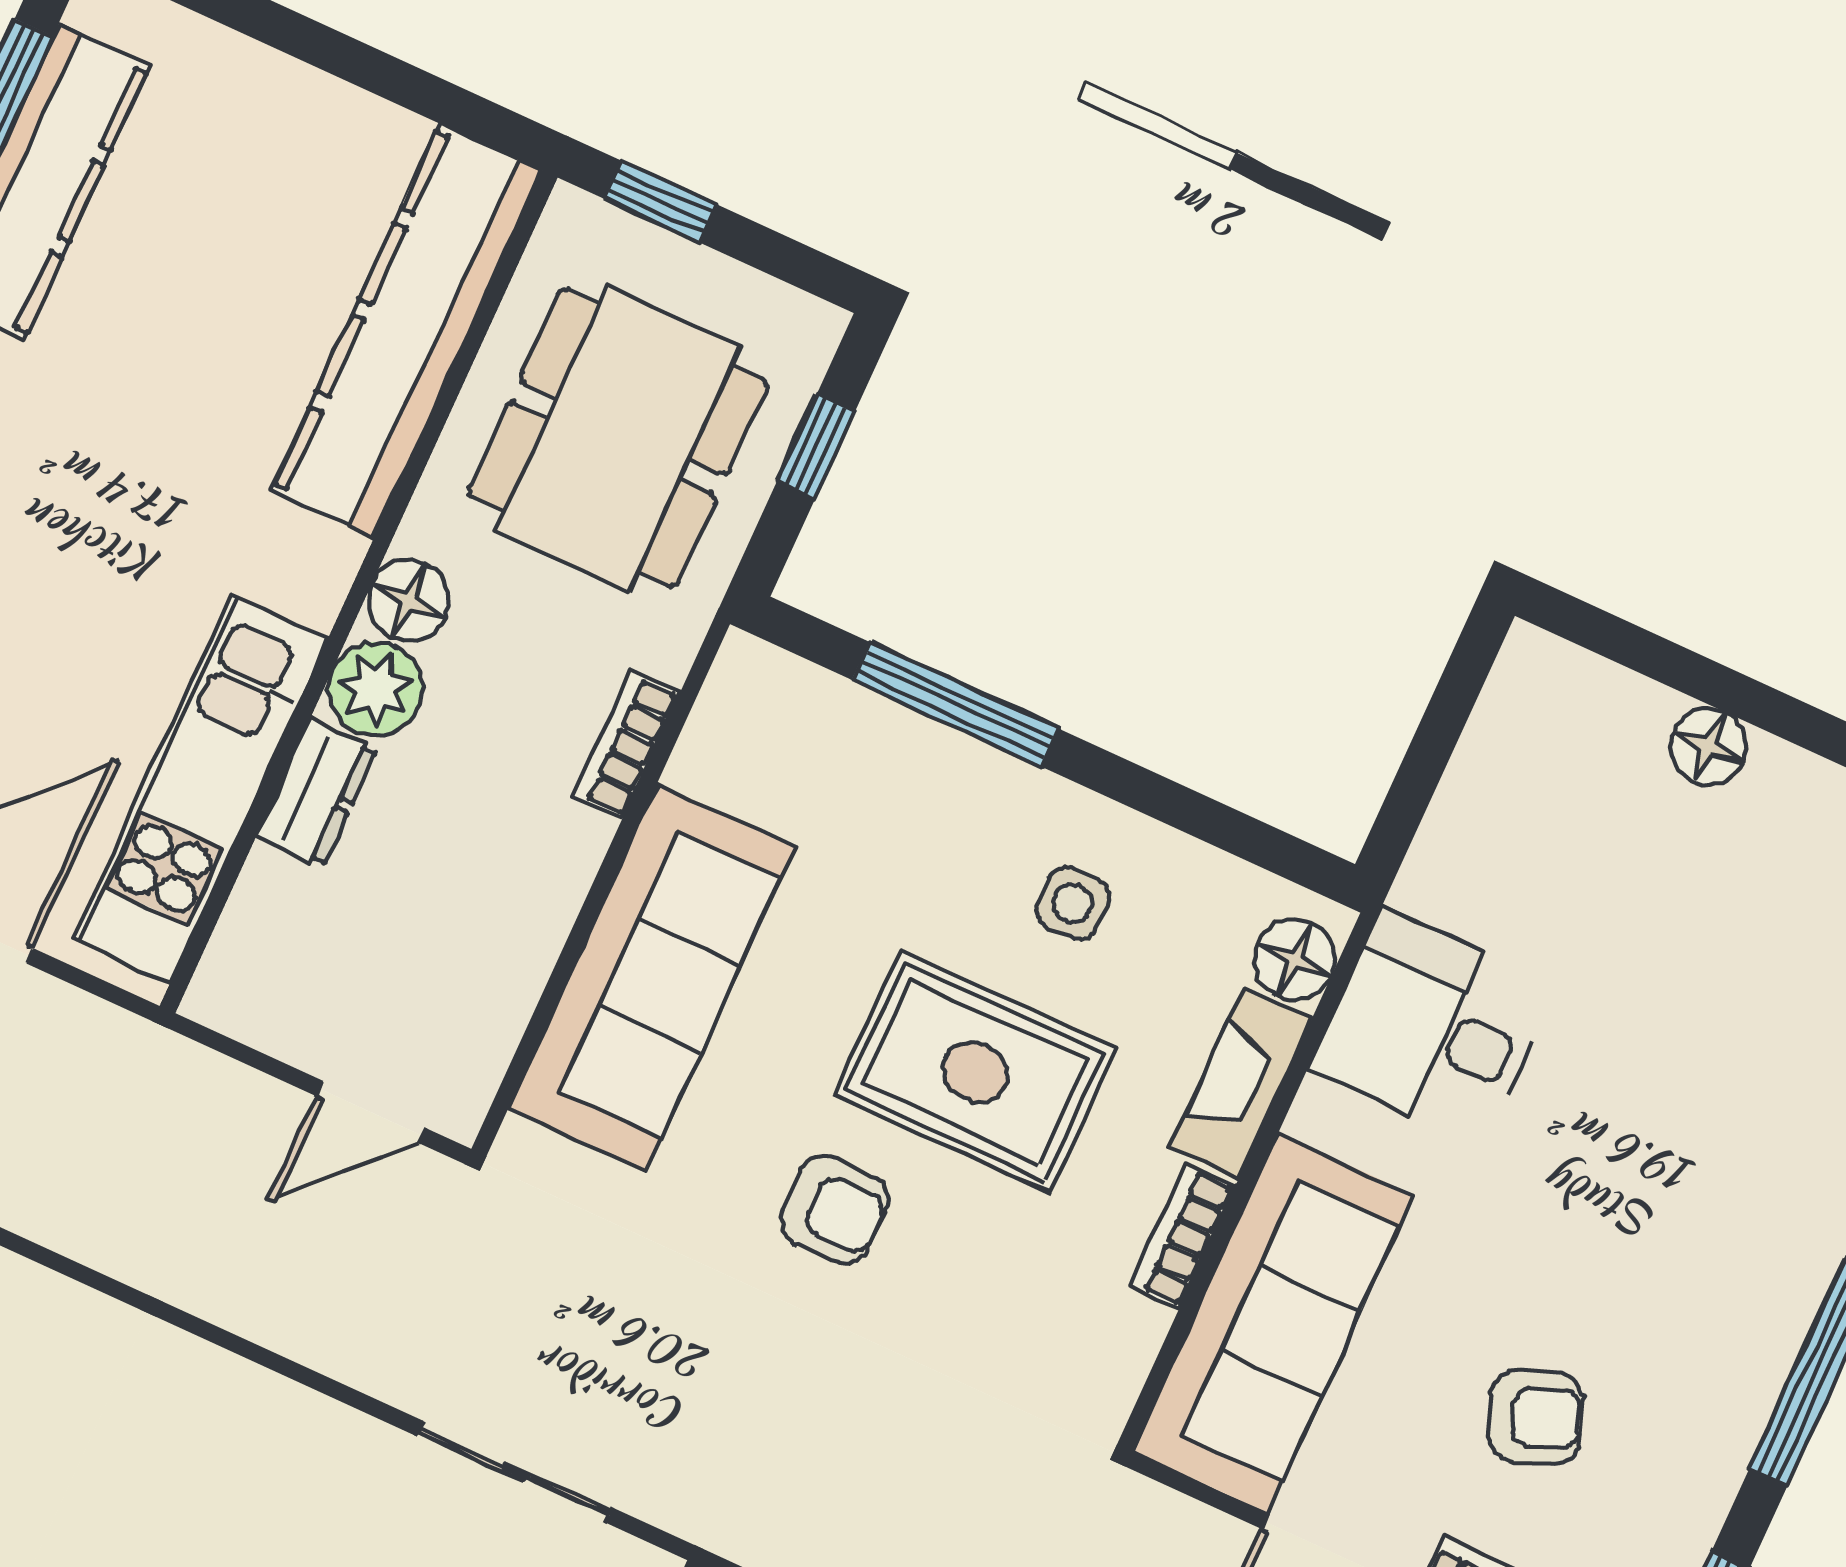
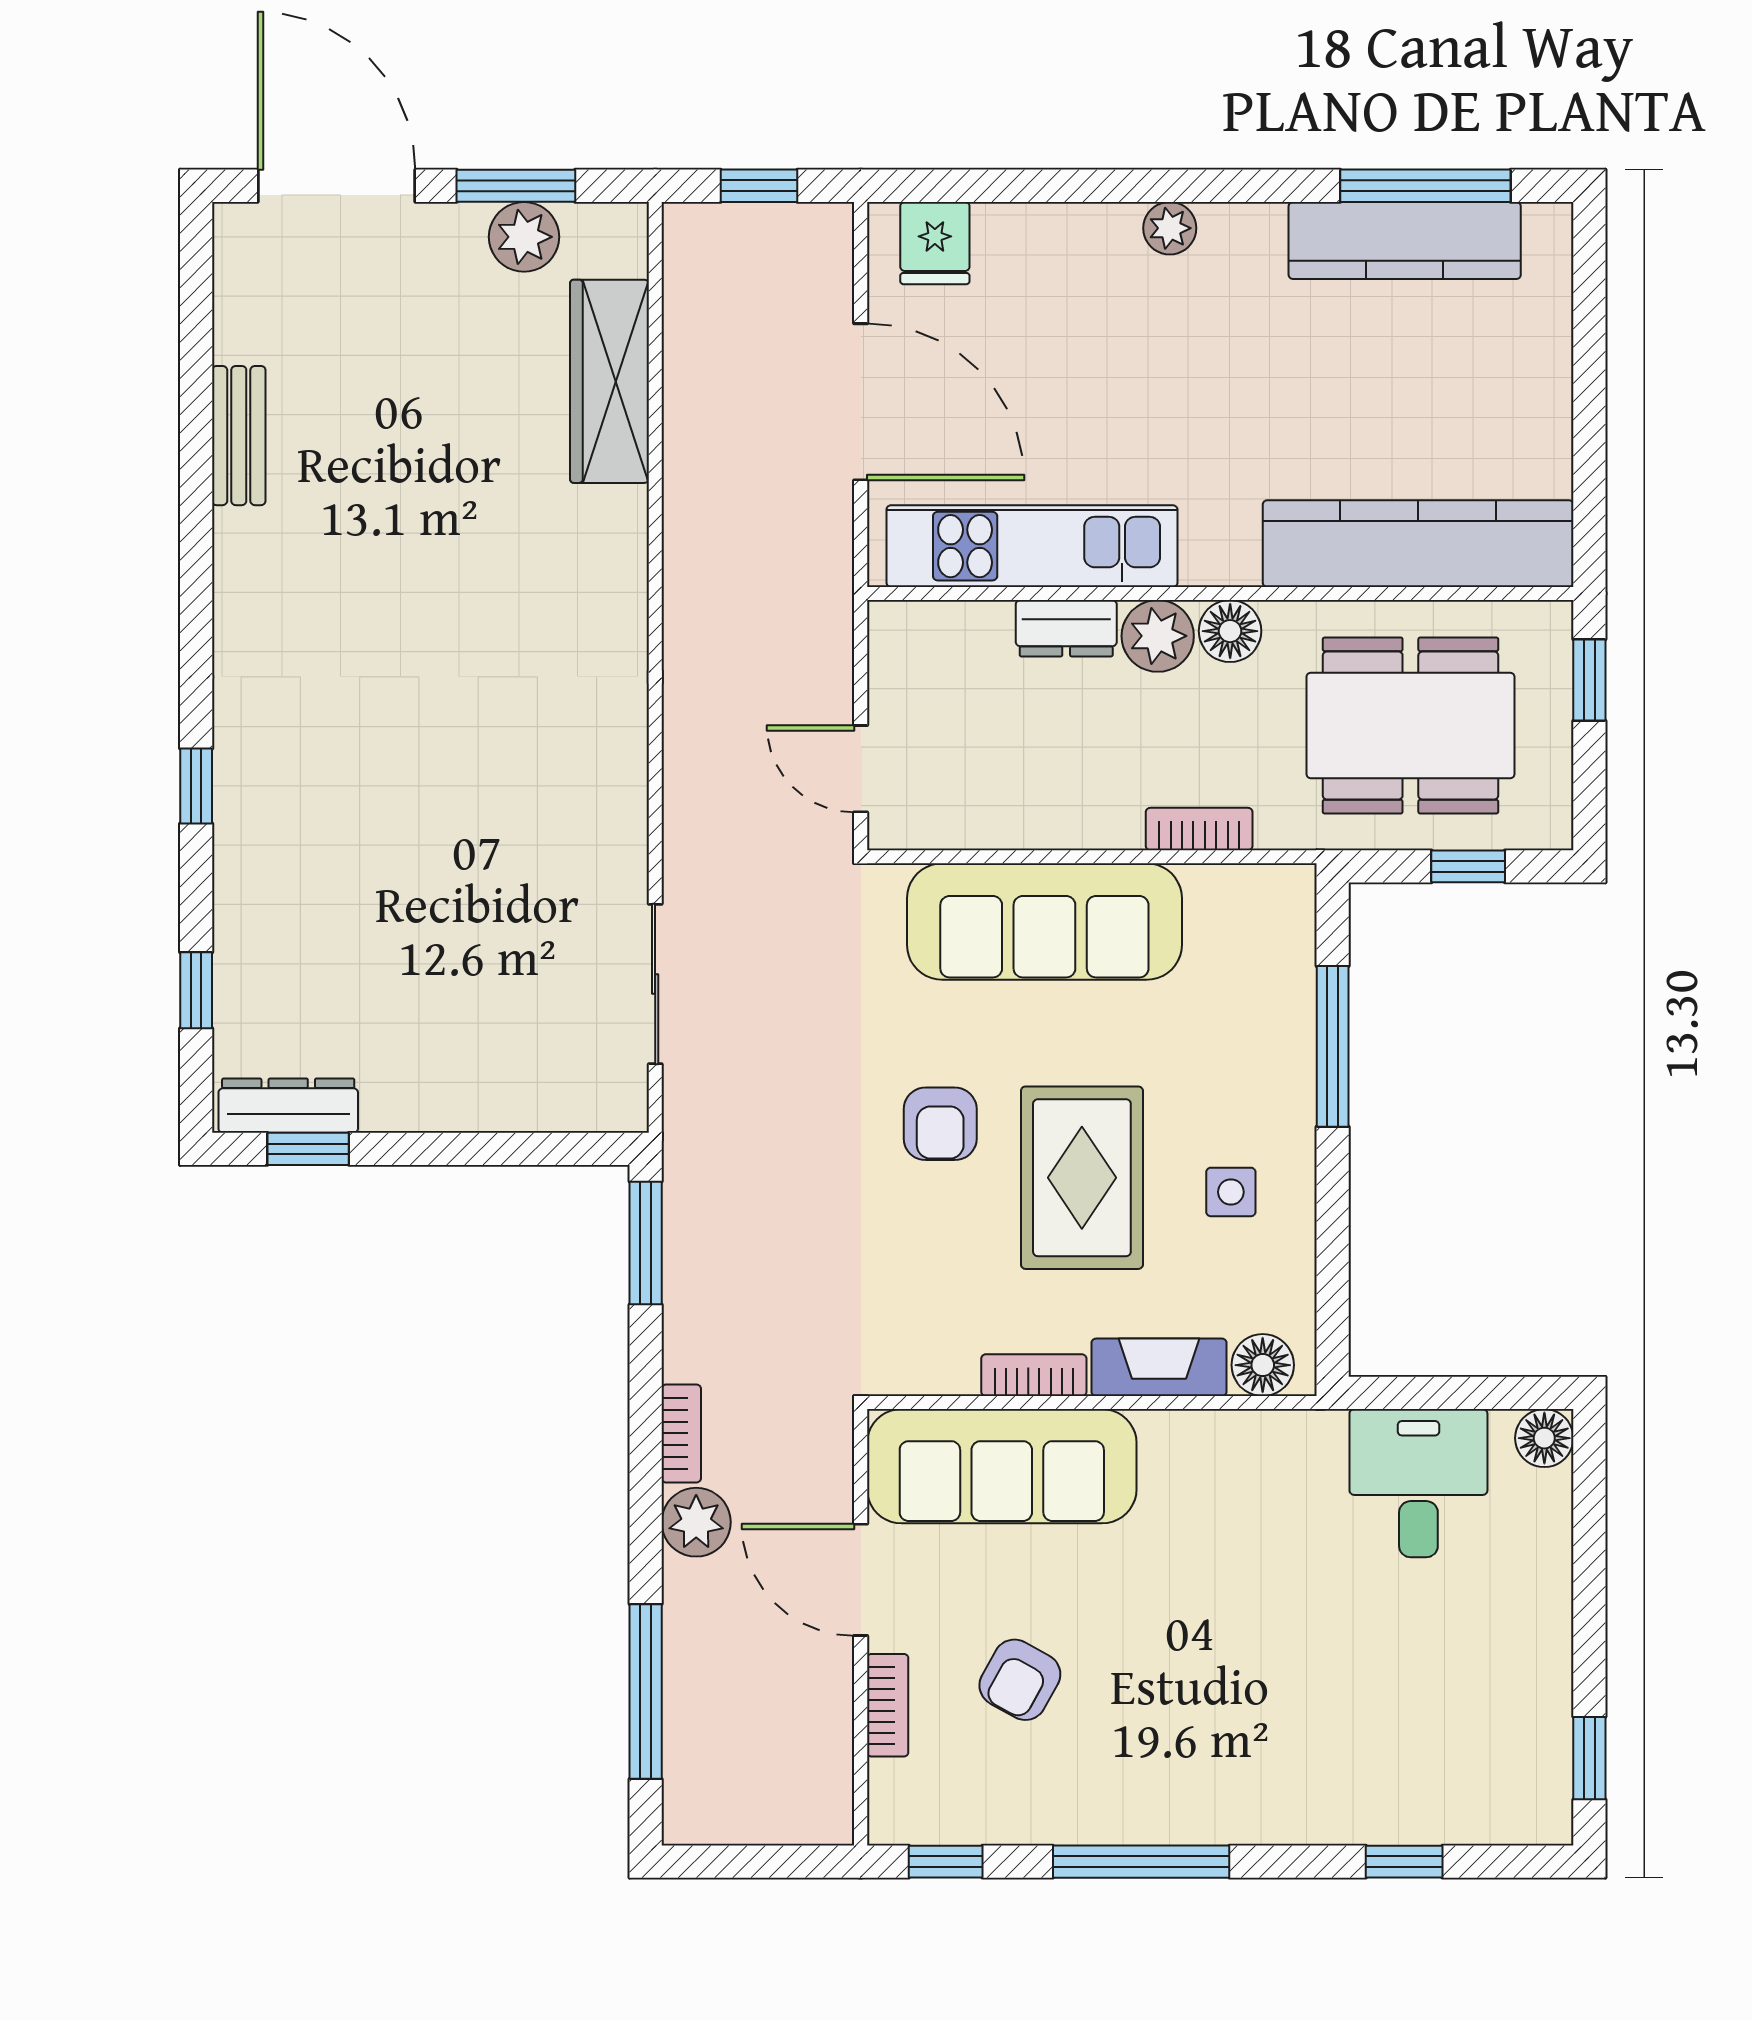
floor lamp: (1709, 746) -> (1544, 1438), moved
desk: (1432, 1028) -> (1418, 1483), moved
armchair: (1535, 1417) -> (1020, 1680), turned 50

